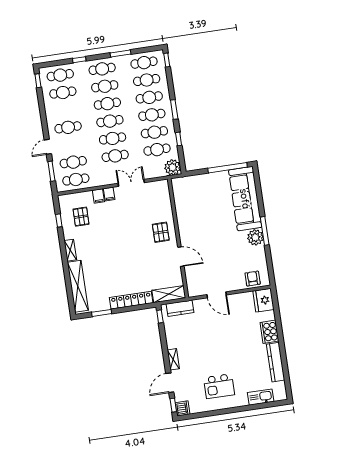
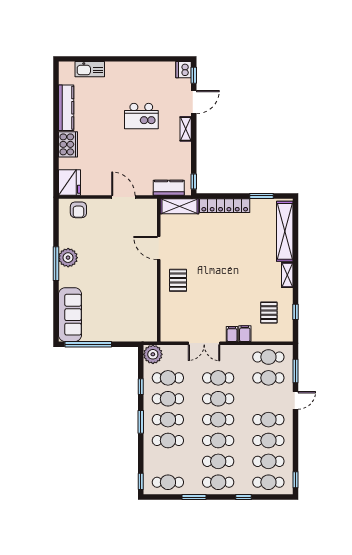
cafe table: (147, 80) -> (268, 440), moved
sofa: (245, 199) -> (70, 315), width x0.74, depth x0.79
kitchen island: (219, 386) -> (141, 116), moved, turned 180

